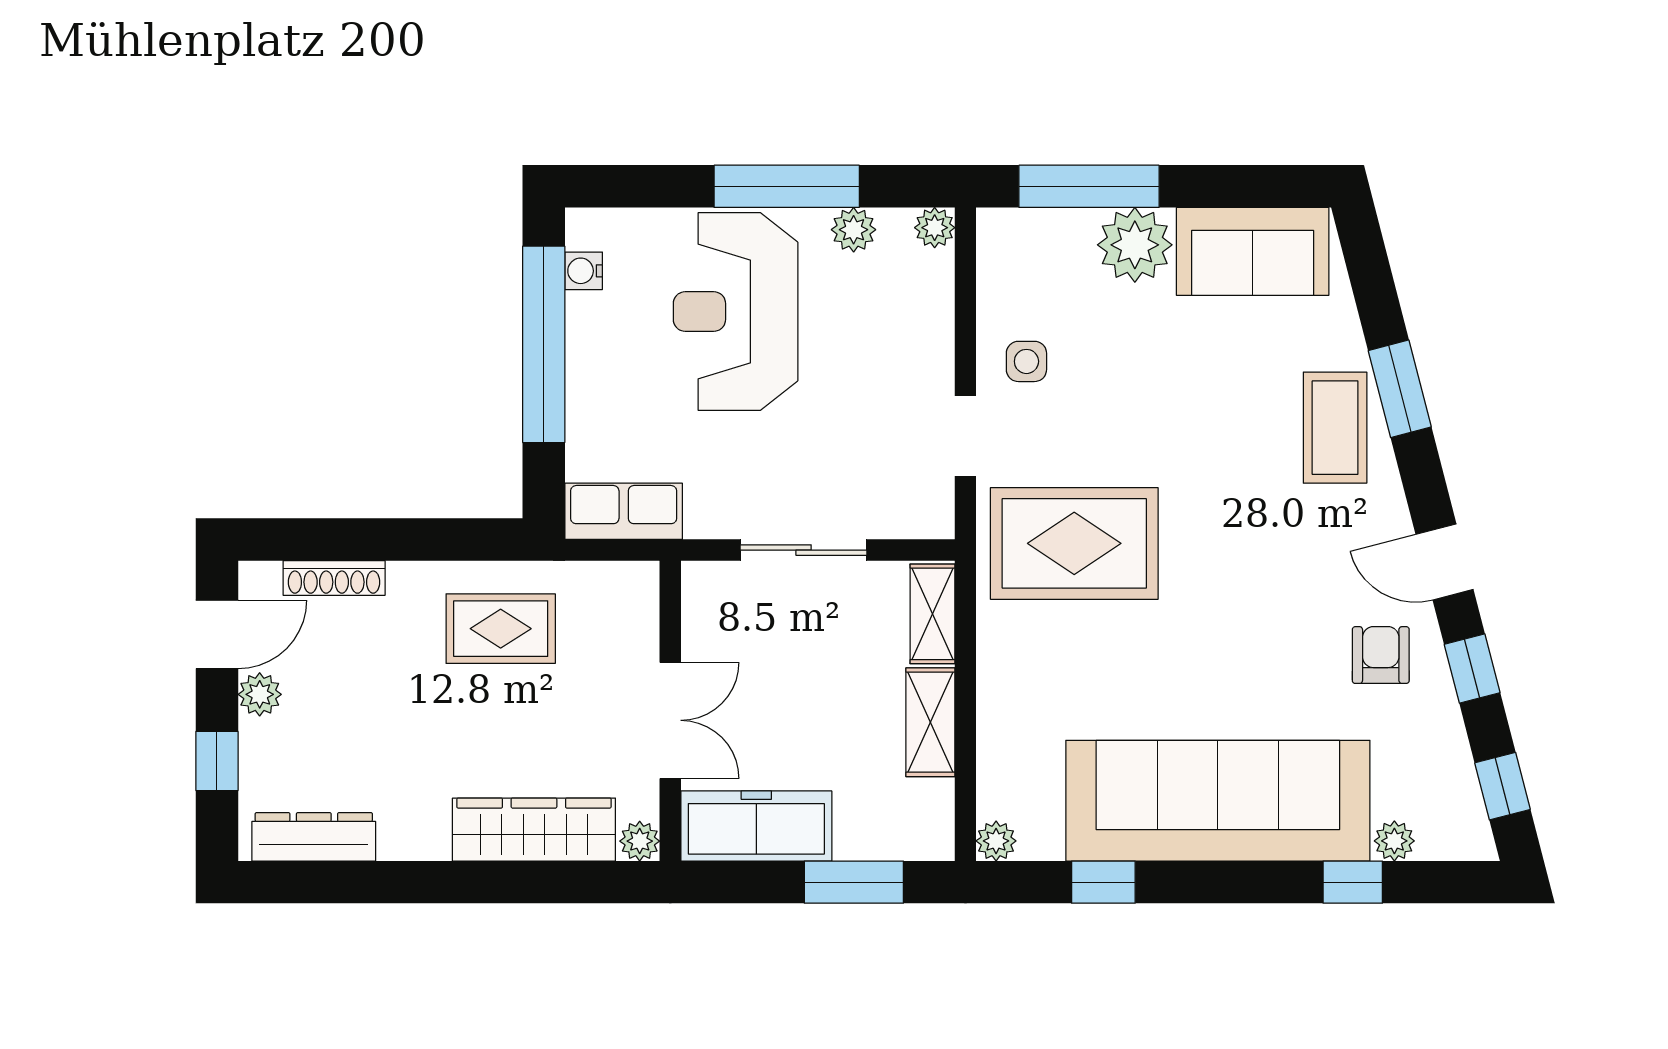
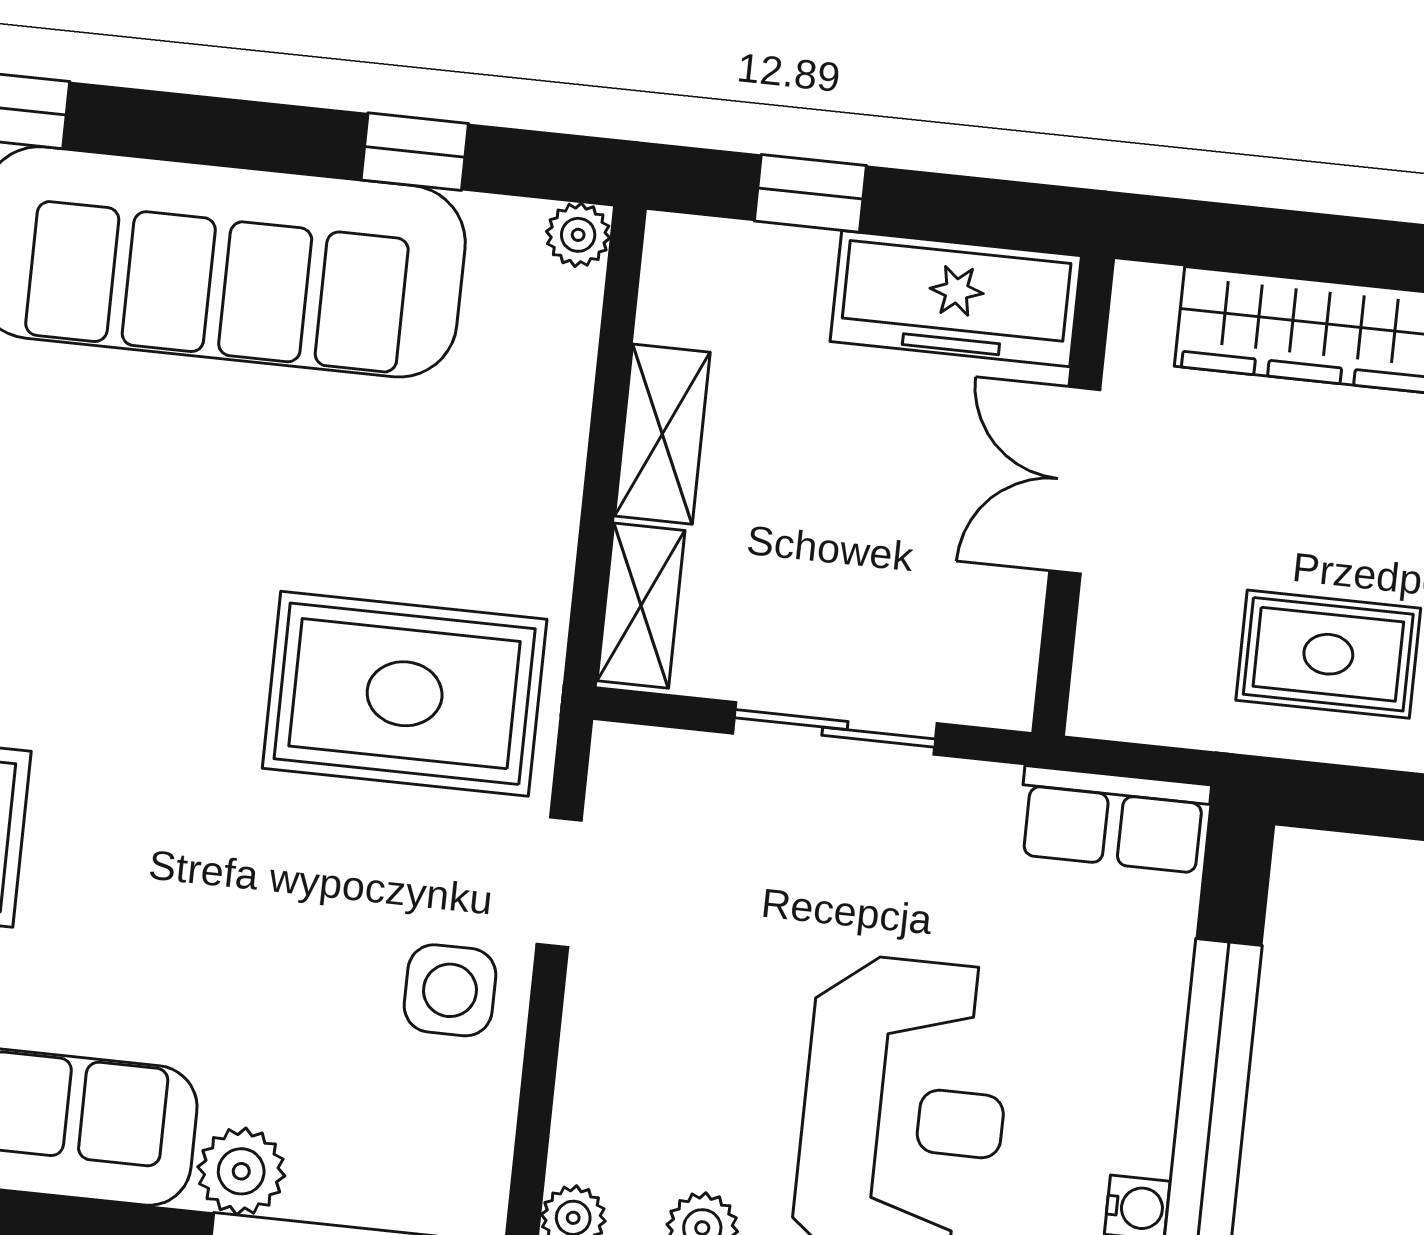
plant: (1135, 245) -> (241, 1171), width x0.73, depth x0.73
side table: (1026, 361) -> (450, 990), width x1.37, depth x1.37
plant: (640, 841) -> (1143, 294), removed
window: (854, 882) -> (810, 193), width x0.67

